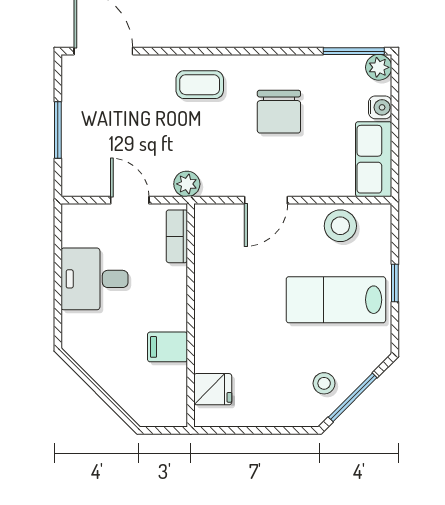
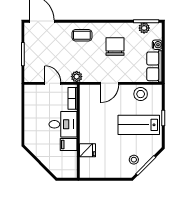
plant: (379, 67) -> (144, 28), moved
chair: (279, 112) -> (115, 46), turned 180
desk: (94, 279) -> (63, 124), moved, turned 180
fridge: (213, 389) -> (87, 150), moved

